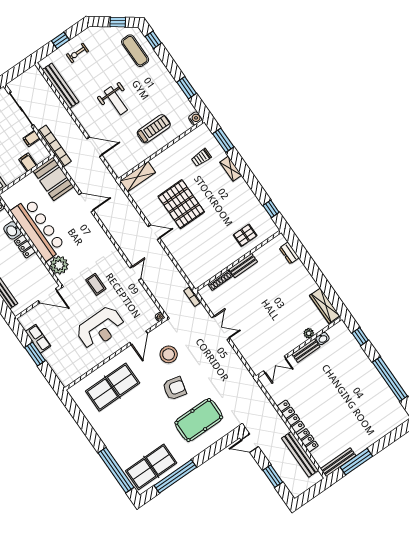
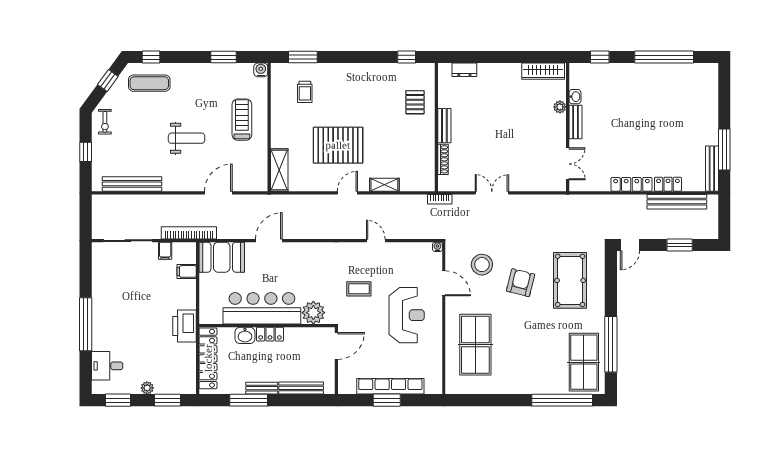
exercise bike: (77, 53) -> (105, 122), moved
shelving: (231, 169) -> (384, 185), moved
row of seats: (38, 339) -> (390, 386), width x2.02

